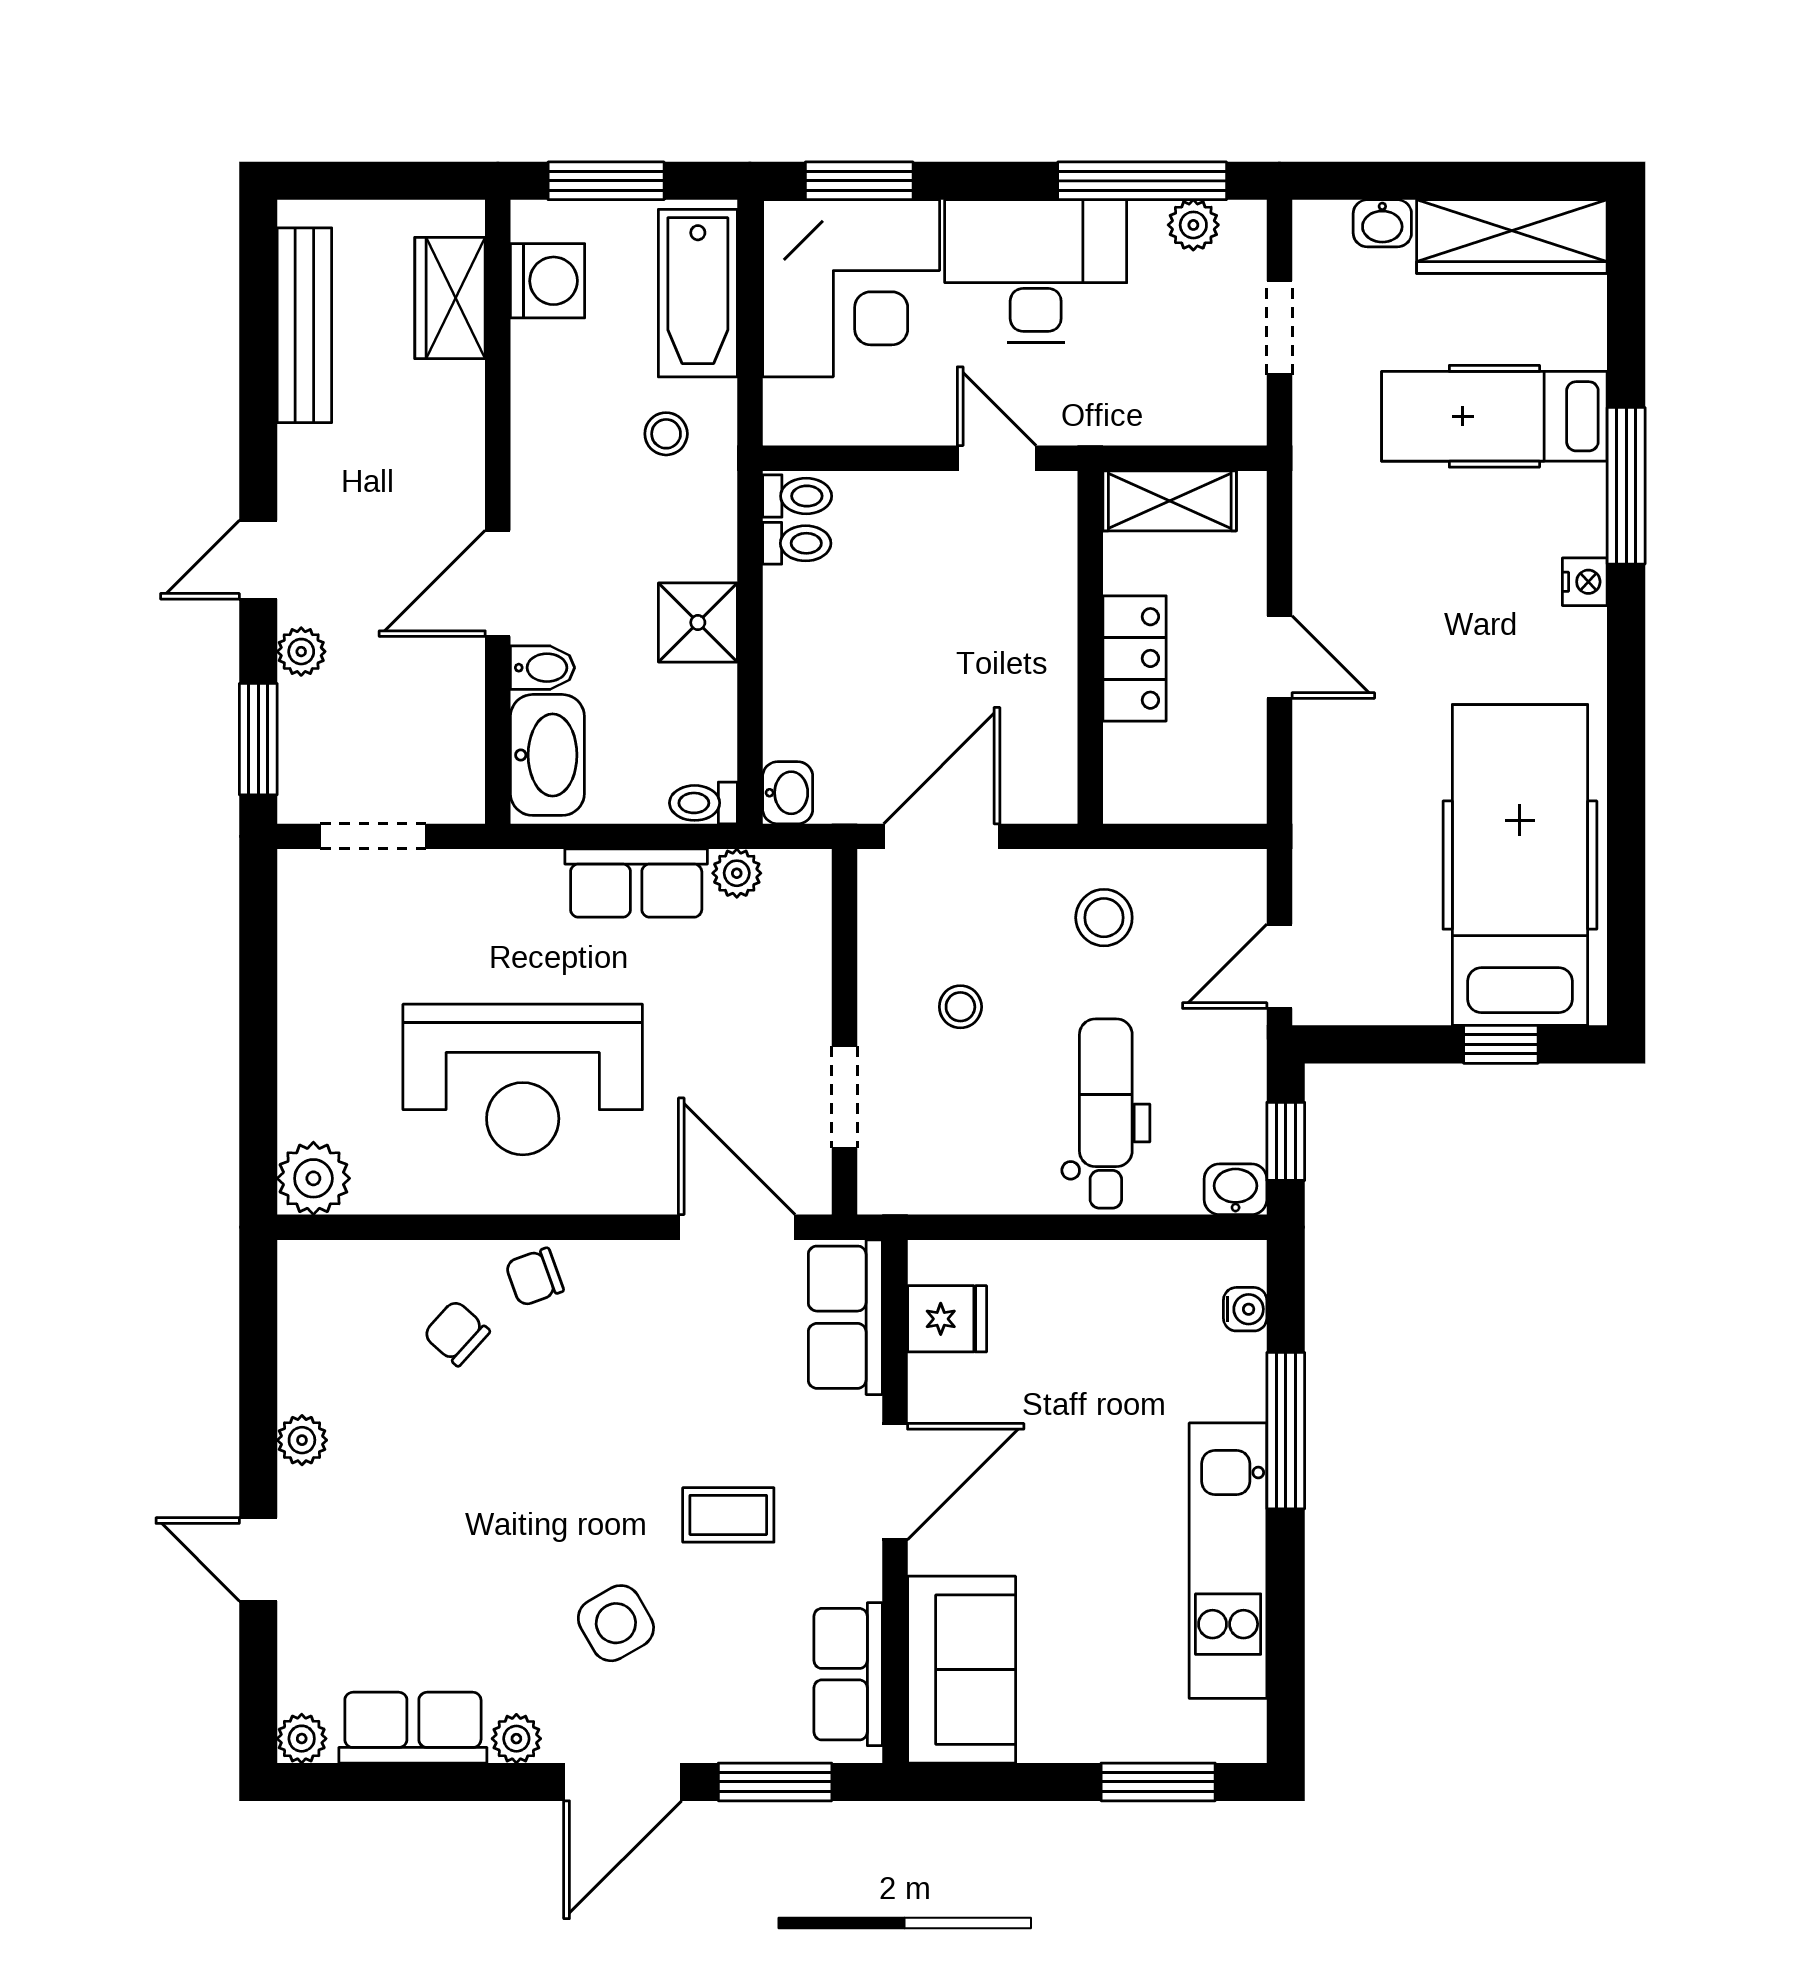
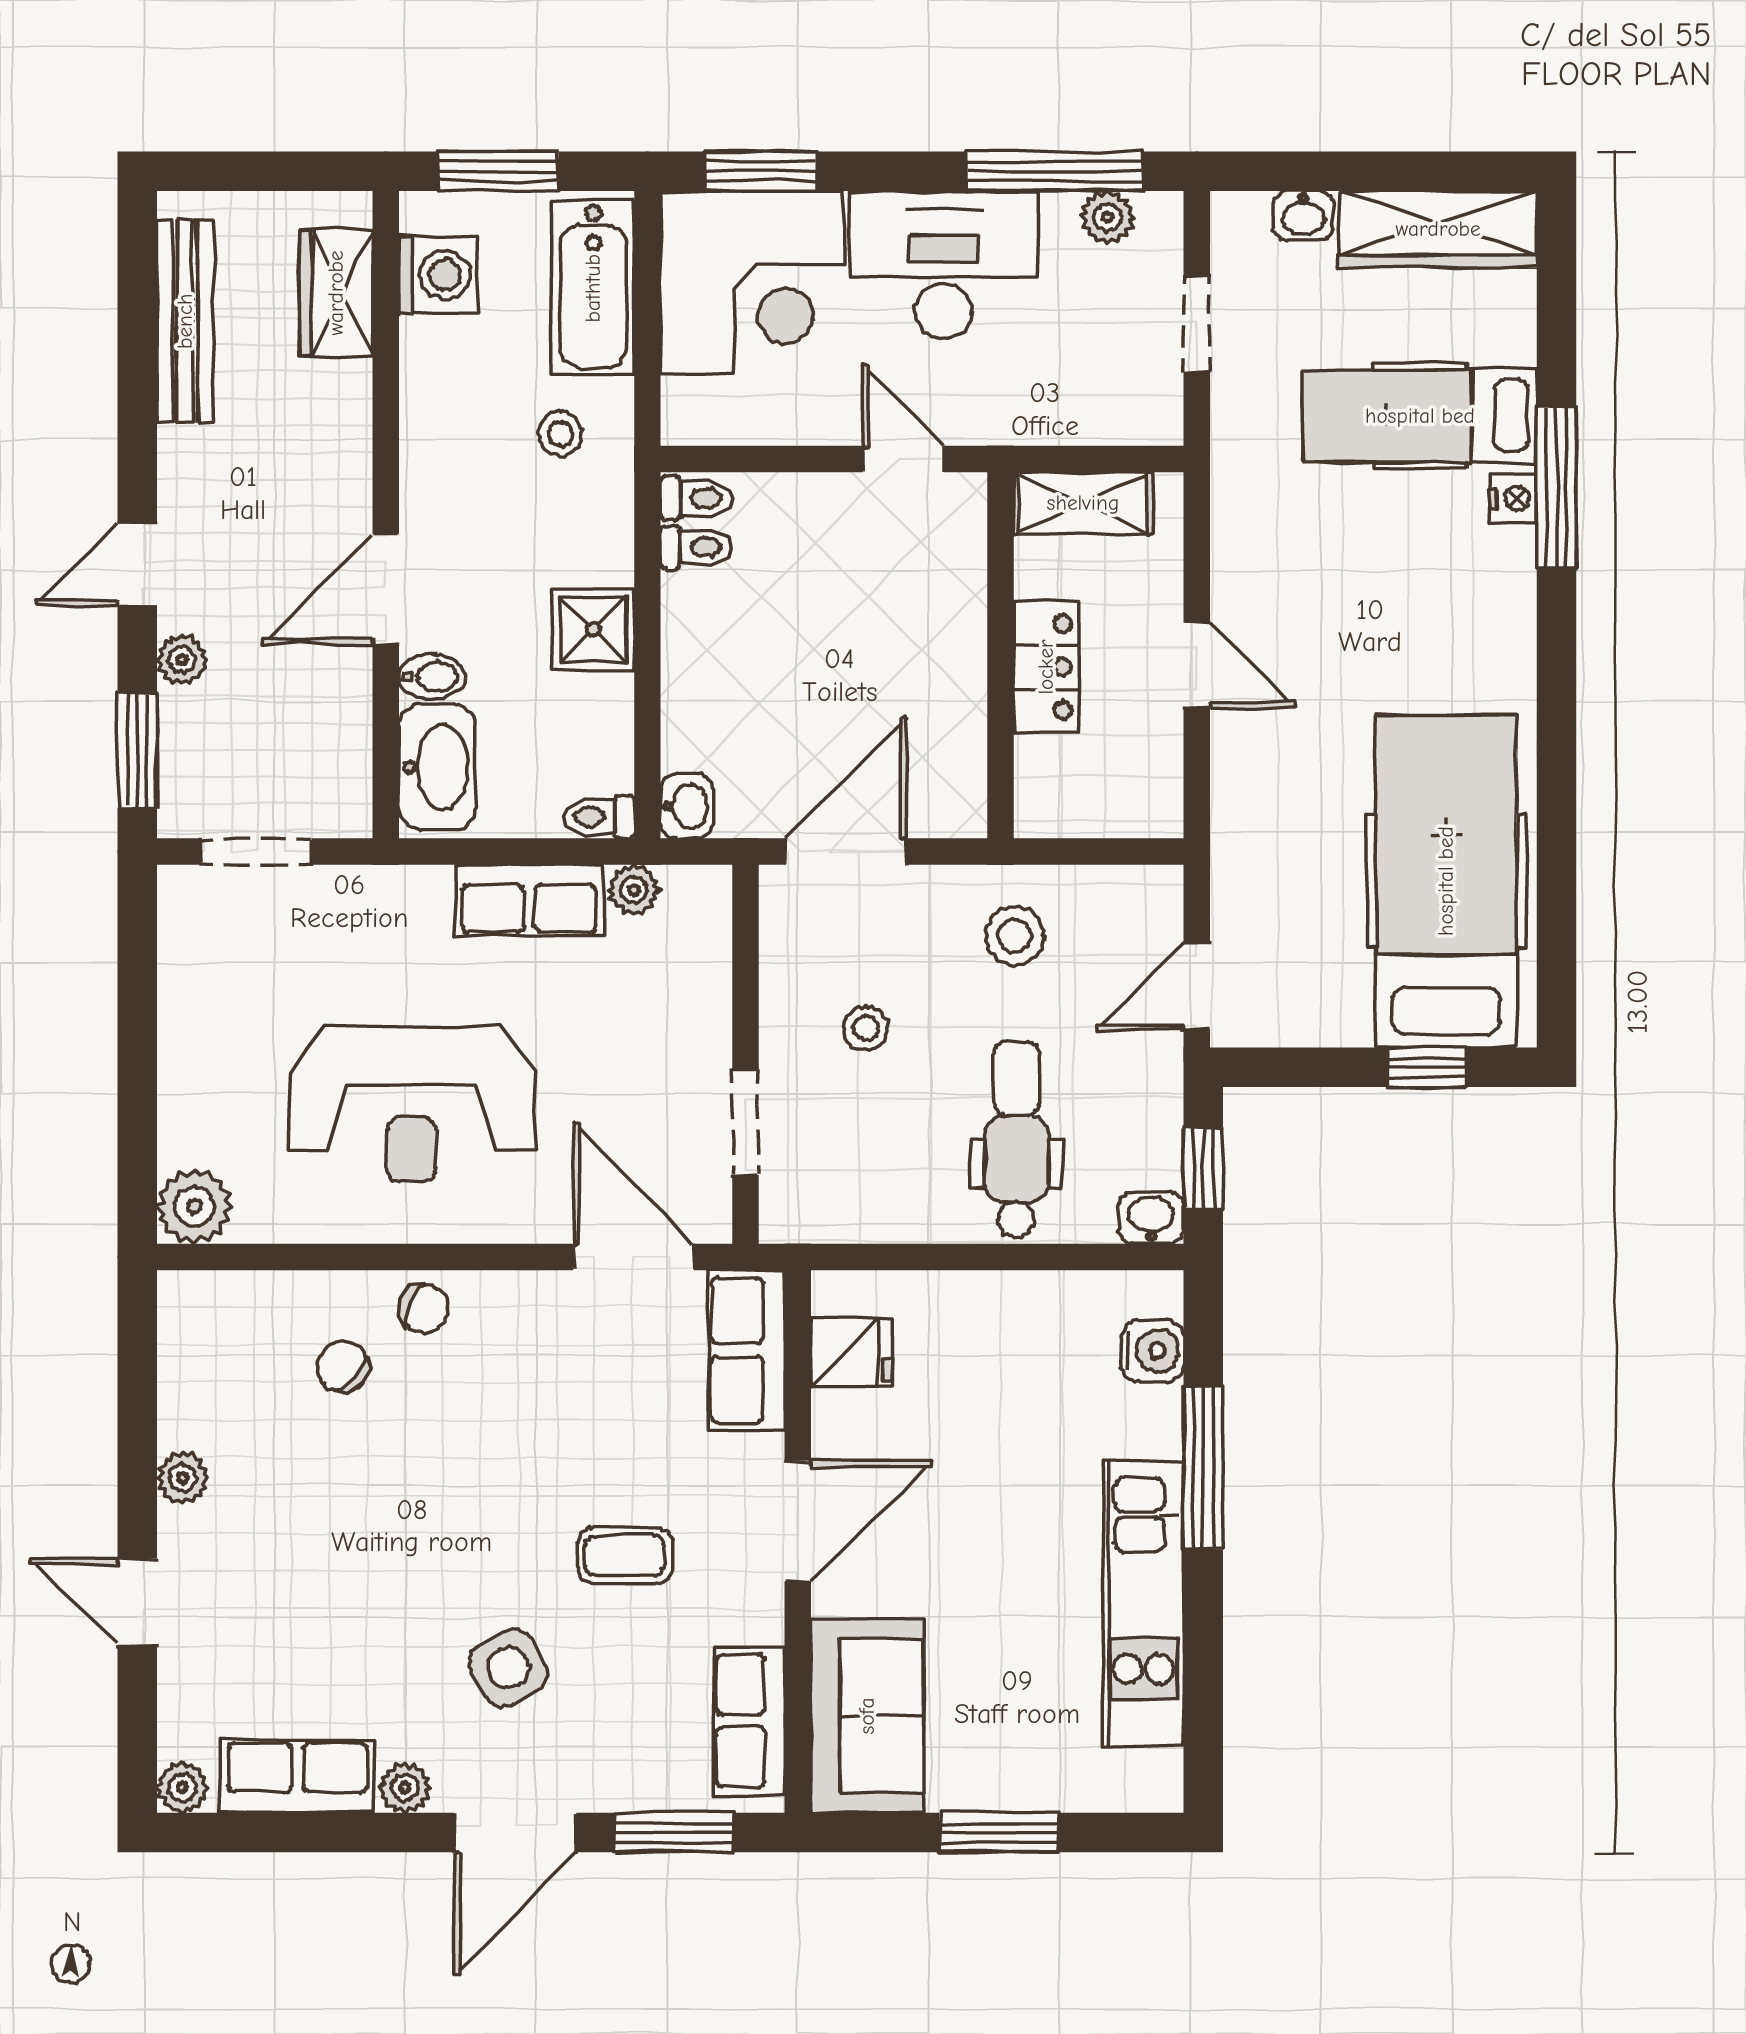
nightstand: (1585, 582) -> (1514, 498), moved
chair: (534, 1277) -> (424, 1309), turned -137
water cooler: (1245, 1309) -> (1153, 1351), width x1.38, depth x1.38
window: (1158, 1782) -> (999, 1833), moved

